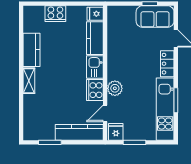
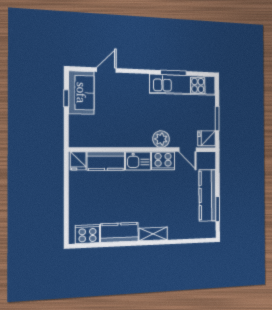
cooker: (55, 14) -> (87, 234), moved, turned -90
locker: (167, 64) -> (134, 81), removed
kitchen counter: (79, 132) -> (207, 195), moved

